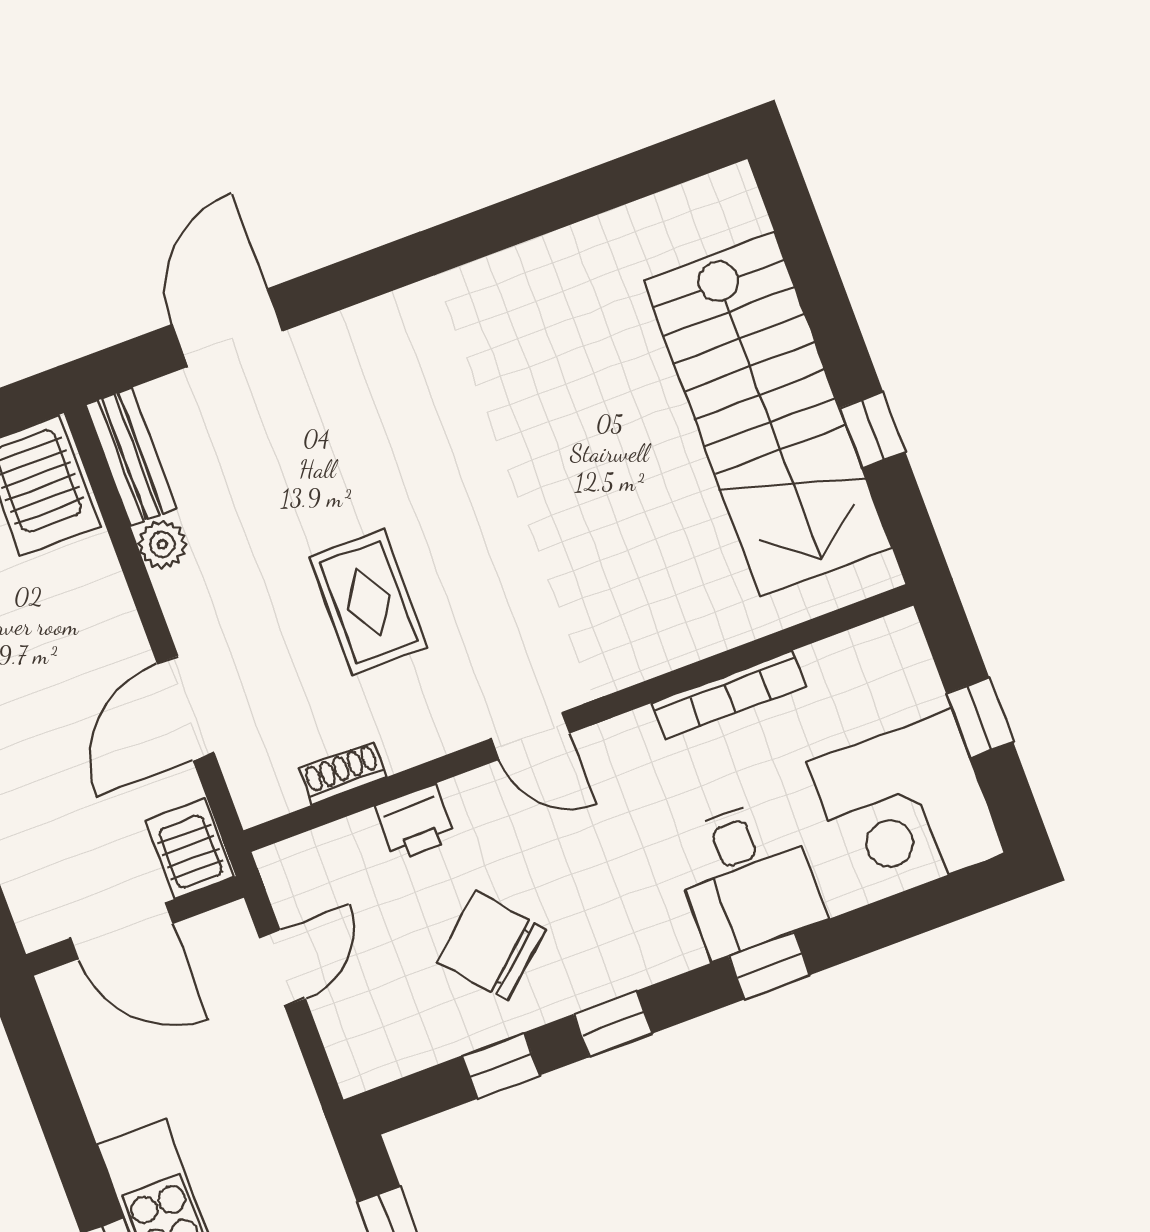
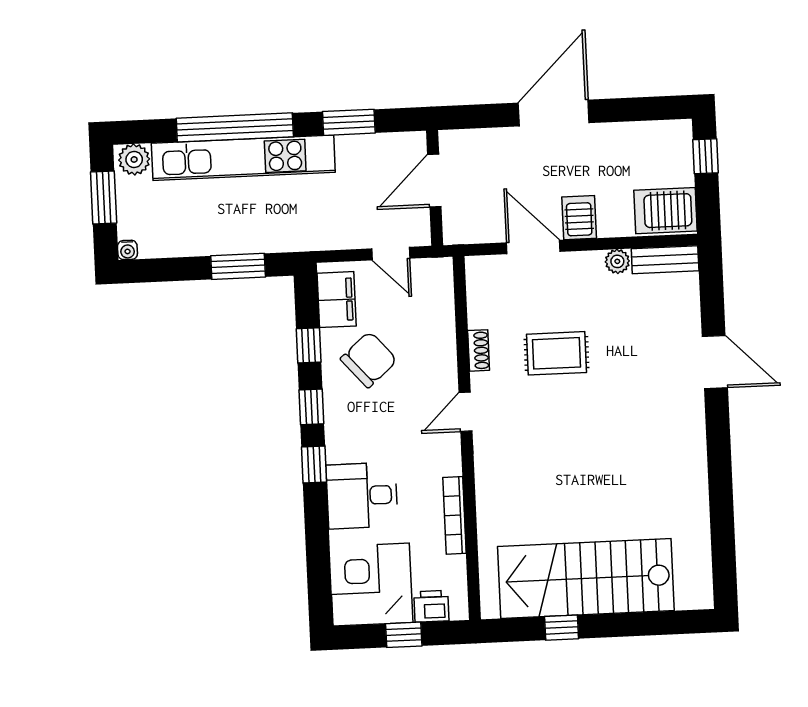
door: (227, 328) -> (715, 362), moved
shoe rack: (343, 773) -> (479, 350), moved
printer: (415, 823) -> (431, 606), moved, turned 90
server rack: (190, 849) -> (579, 218), moved, turned -90
window: (769, 966) -> (314, 464), moved
filing cabinet: (400, 1041) -> (337, 300), added
window: (64, 1124) -> (349, 122), added

